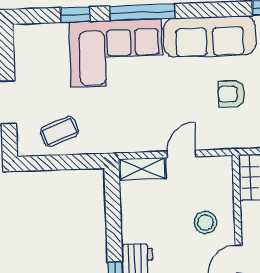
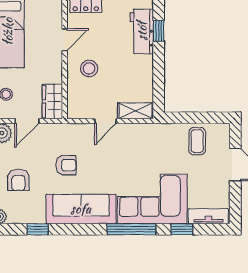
tv unit: (41, 33) -> (208, 216), added
coffee table: (59, 132) -> (197, 141), turned -69

